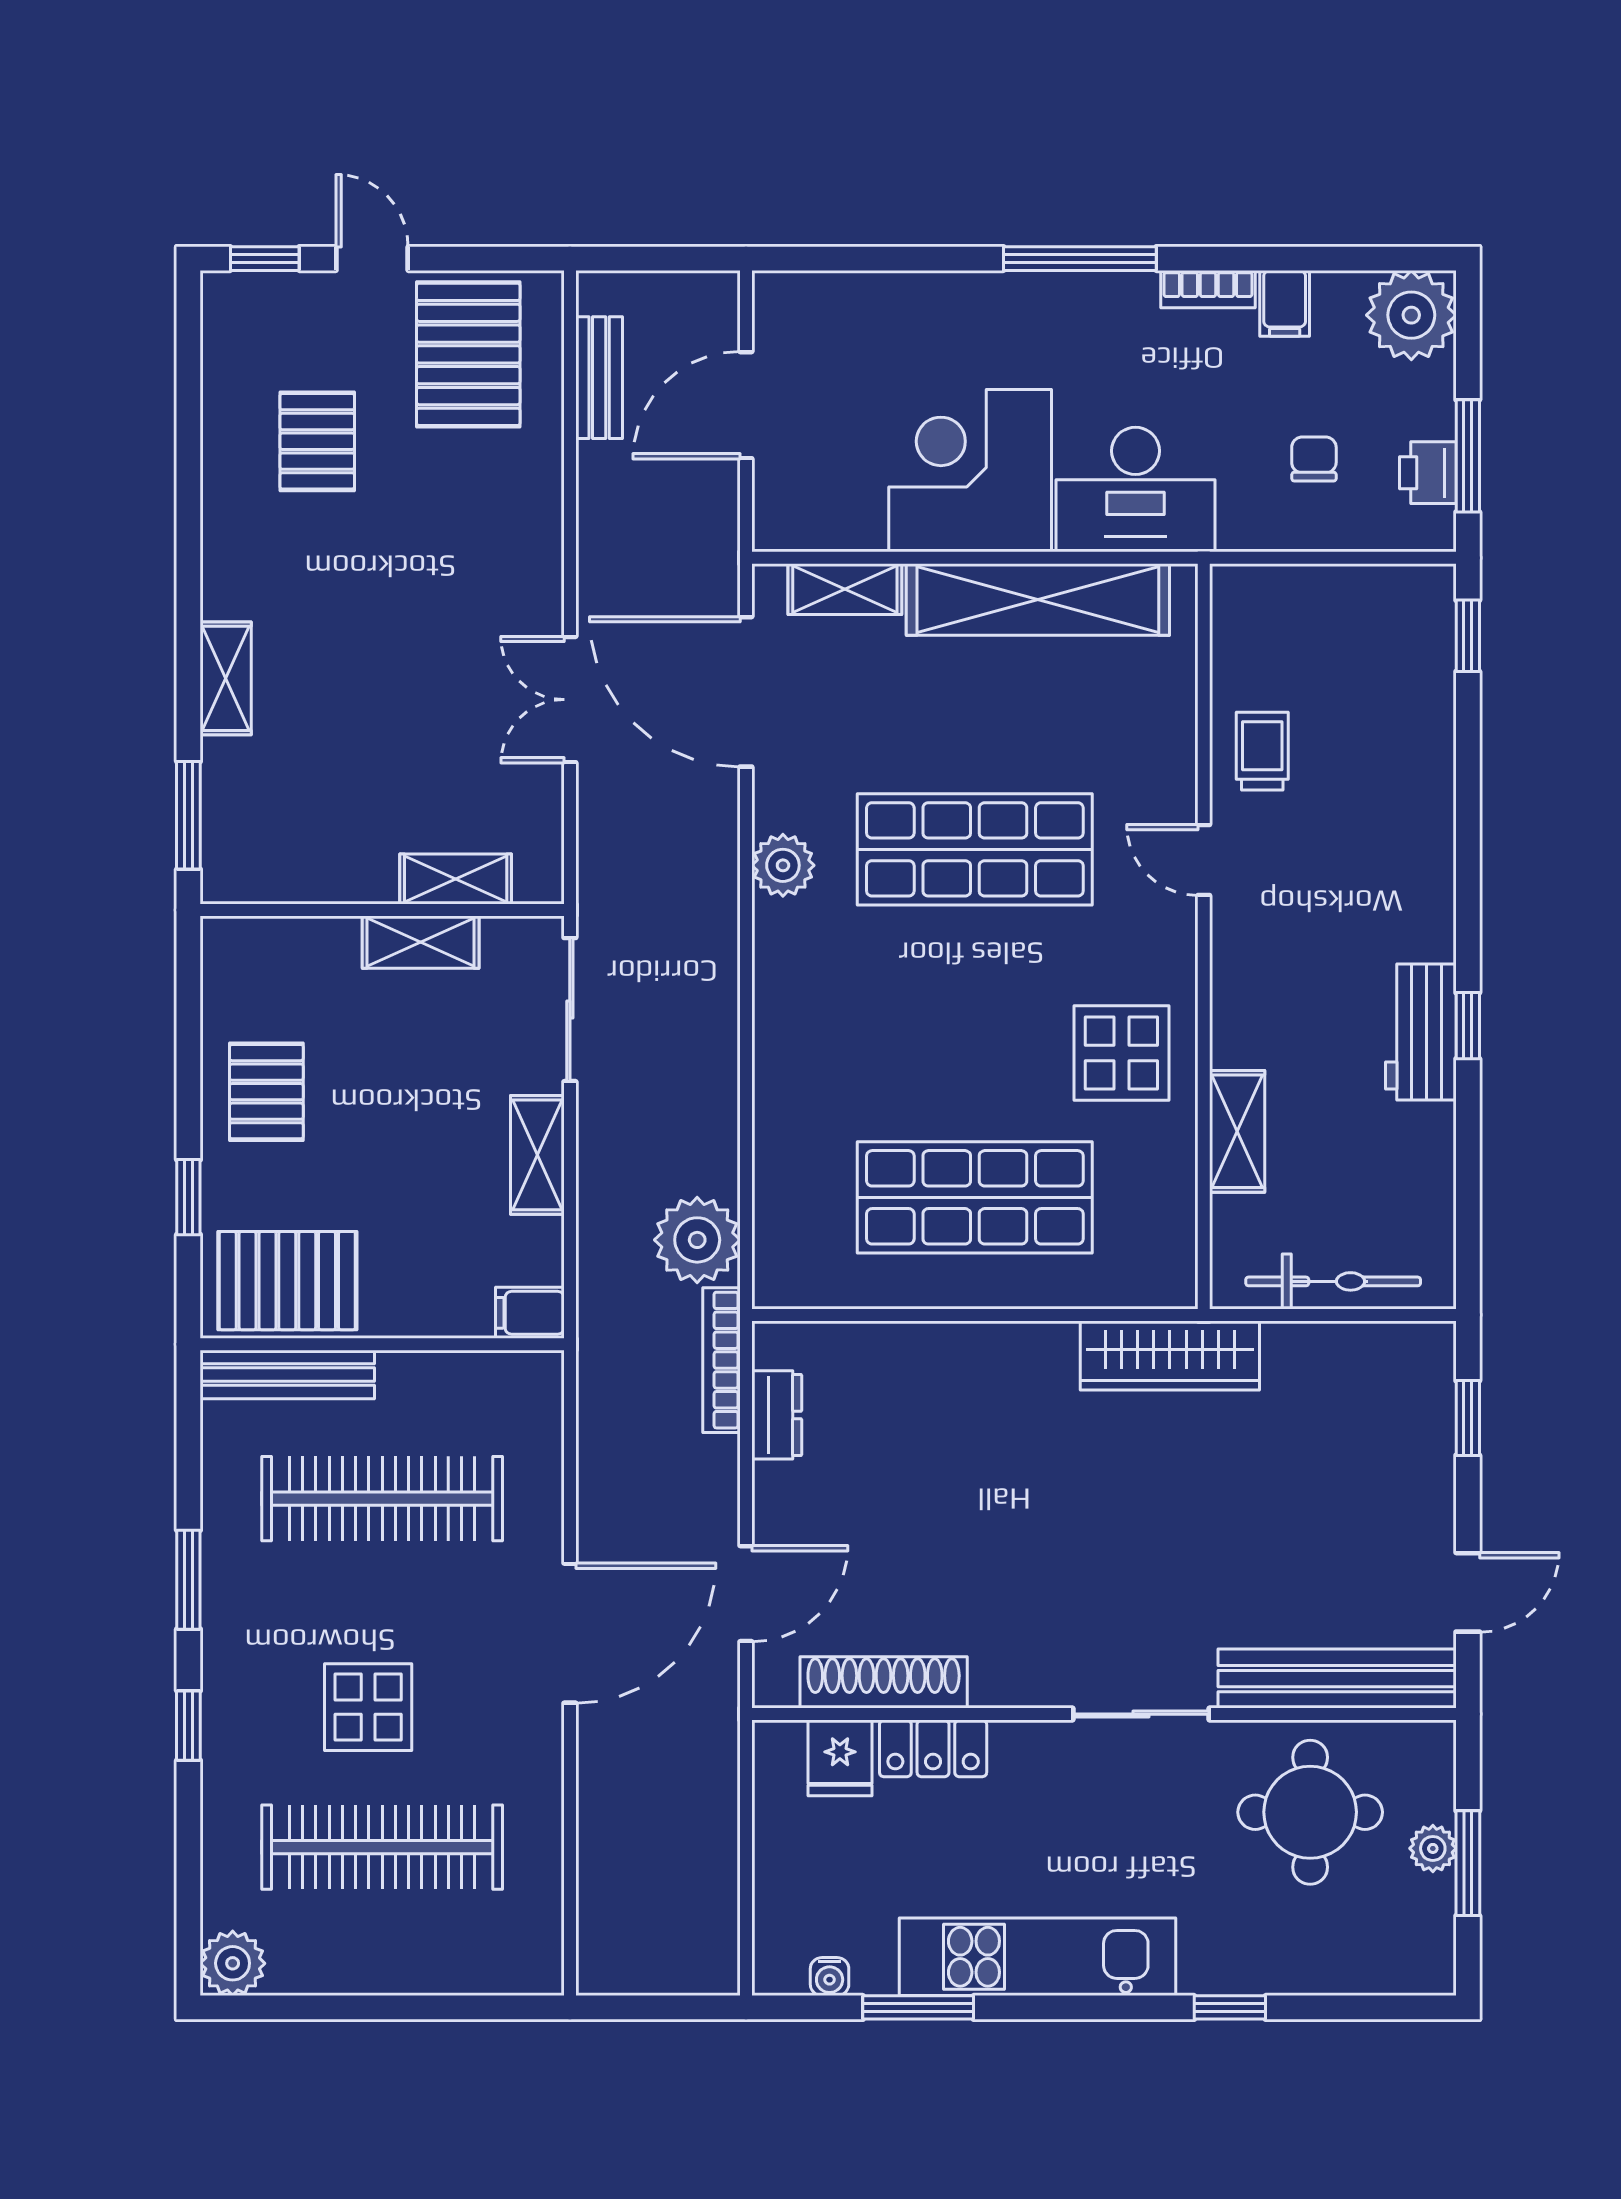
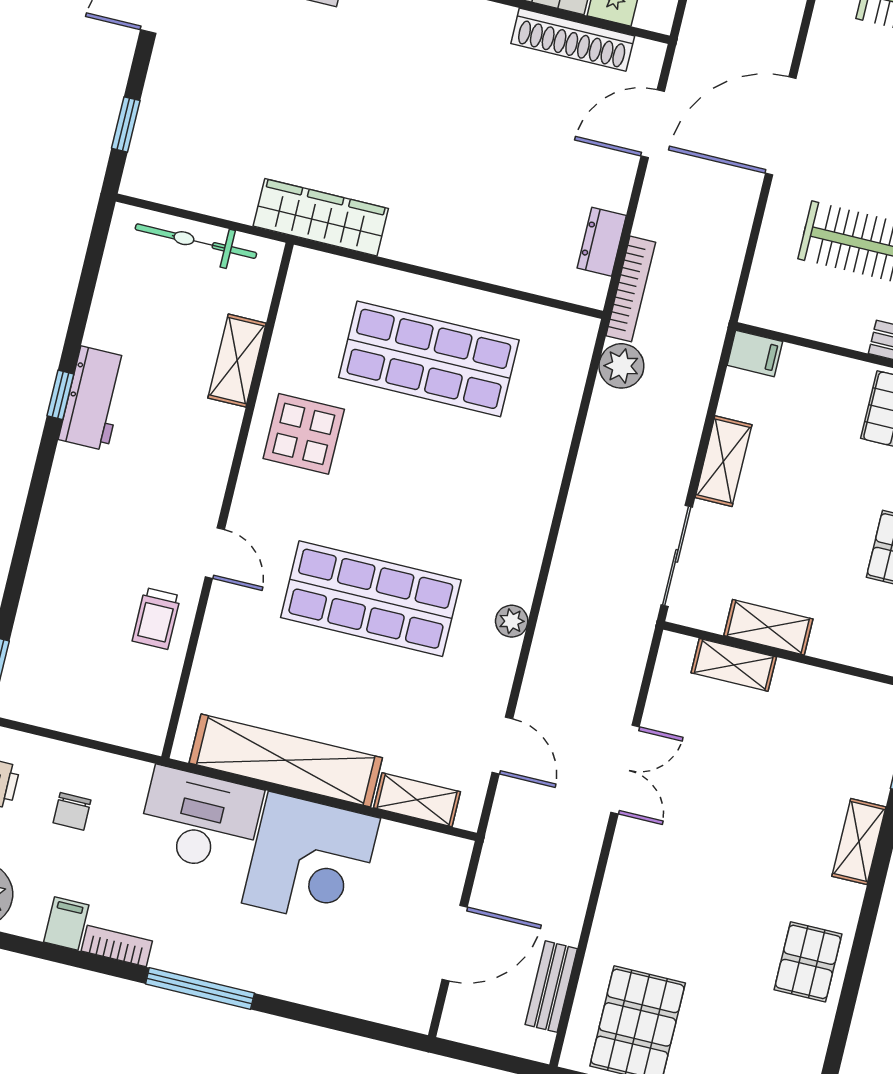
pallet: (317, 441) -> (808, 962), moved
door: (746, 692) -> (502, 746), width x0.53
plant: (783, 865) -> (512, 621), width x0.73, depth x0.73
plant: (697, 1240) -> (621, 366), width x0.73, depth x0.73

